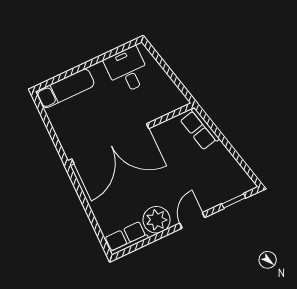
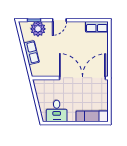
row of seats: (200, 129) -> (31, 53), moved
plant: (156, 220) -> (38, 29), moved

